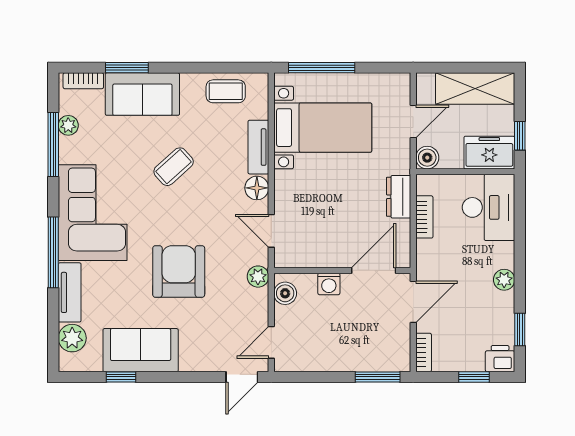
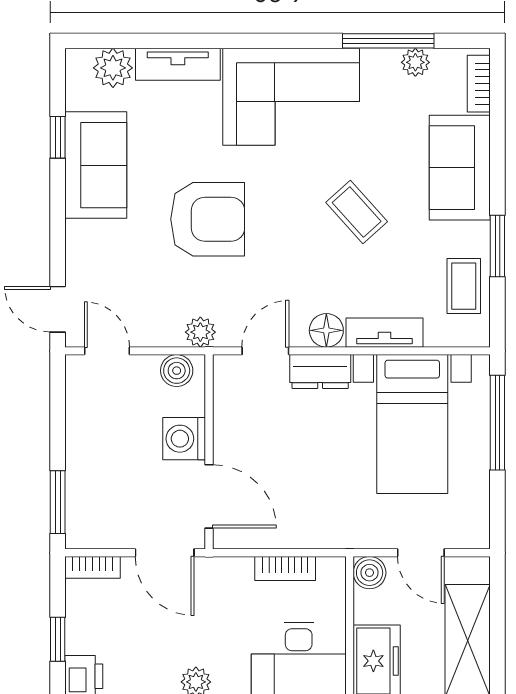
window: (127, 68) -> (497, 246), moved
dresser: (399, 197) -> (320, 372), moved, turned 180
window: (53, 252) -> (235, 41), removed
washing machine: (329, 284) -> (184, 439), width x1.38, depth x1.38

